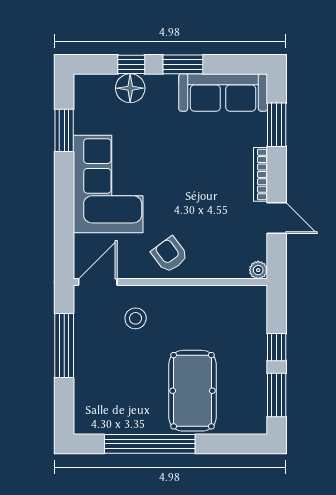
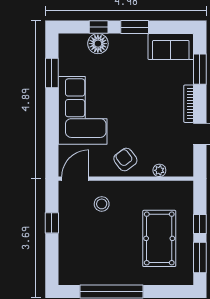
sofa: (223, 92) -> (171, 47), width x0.73
plant: (258, 270) -> (159, 170), moved
window: (64, 345) -> (52, 223), width x0.46
pool table: (192, 391) -> (159, 238), moved

